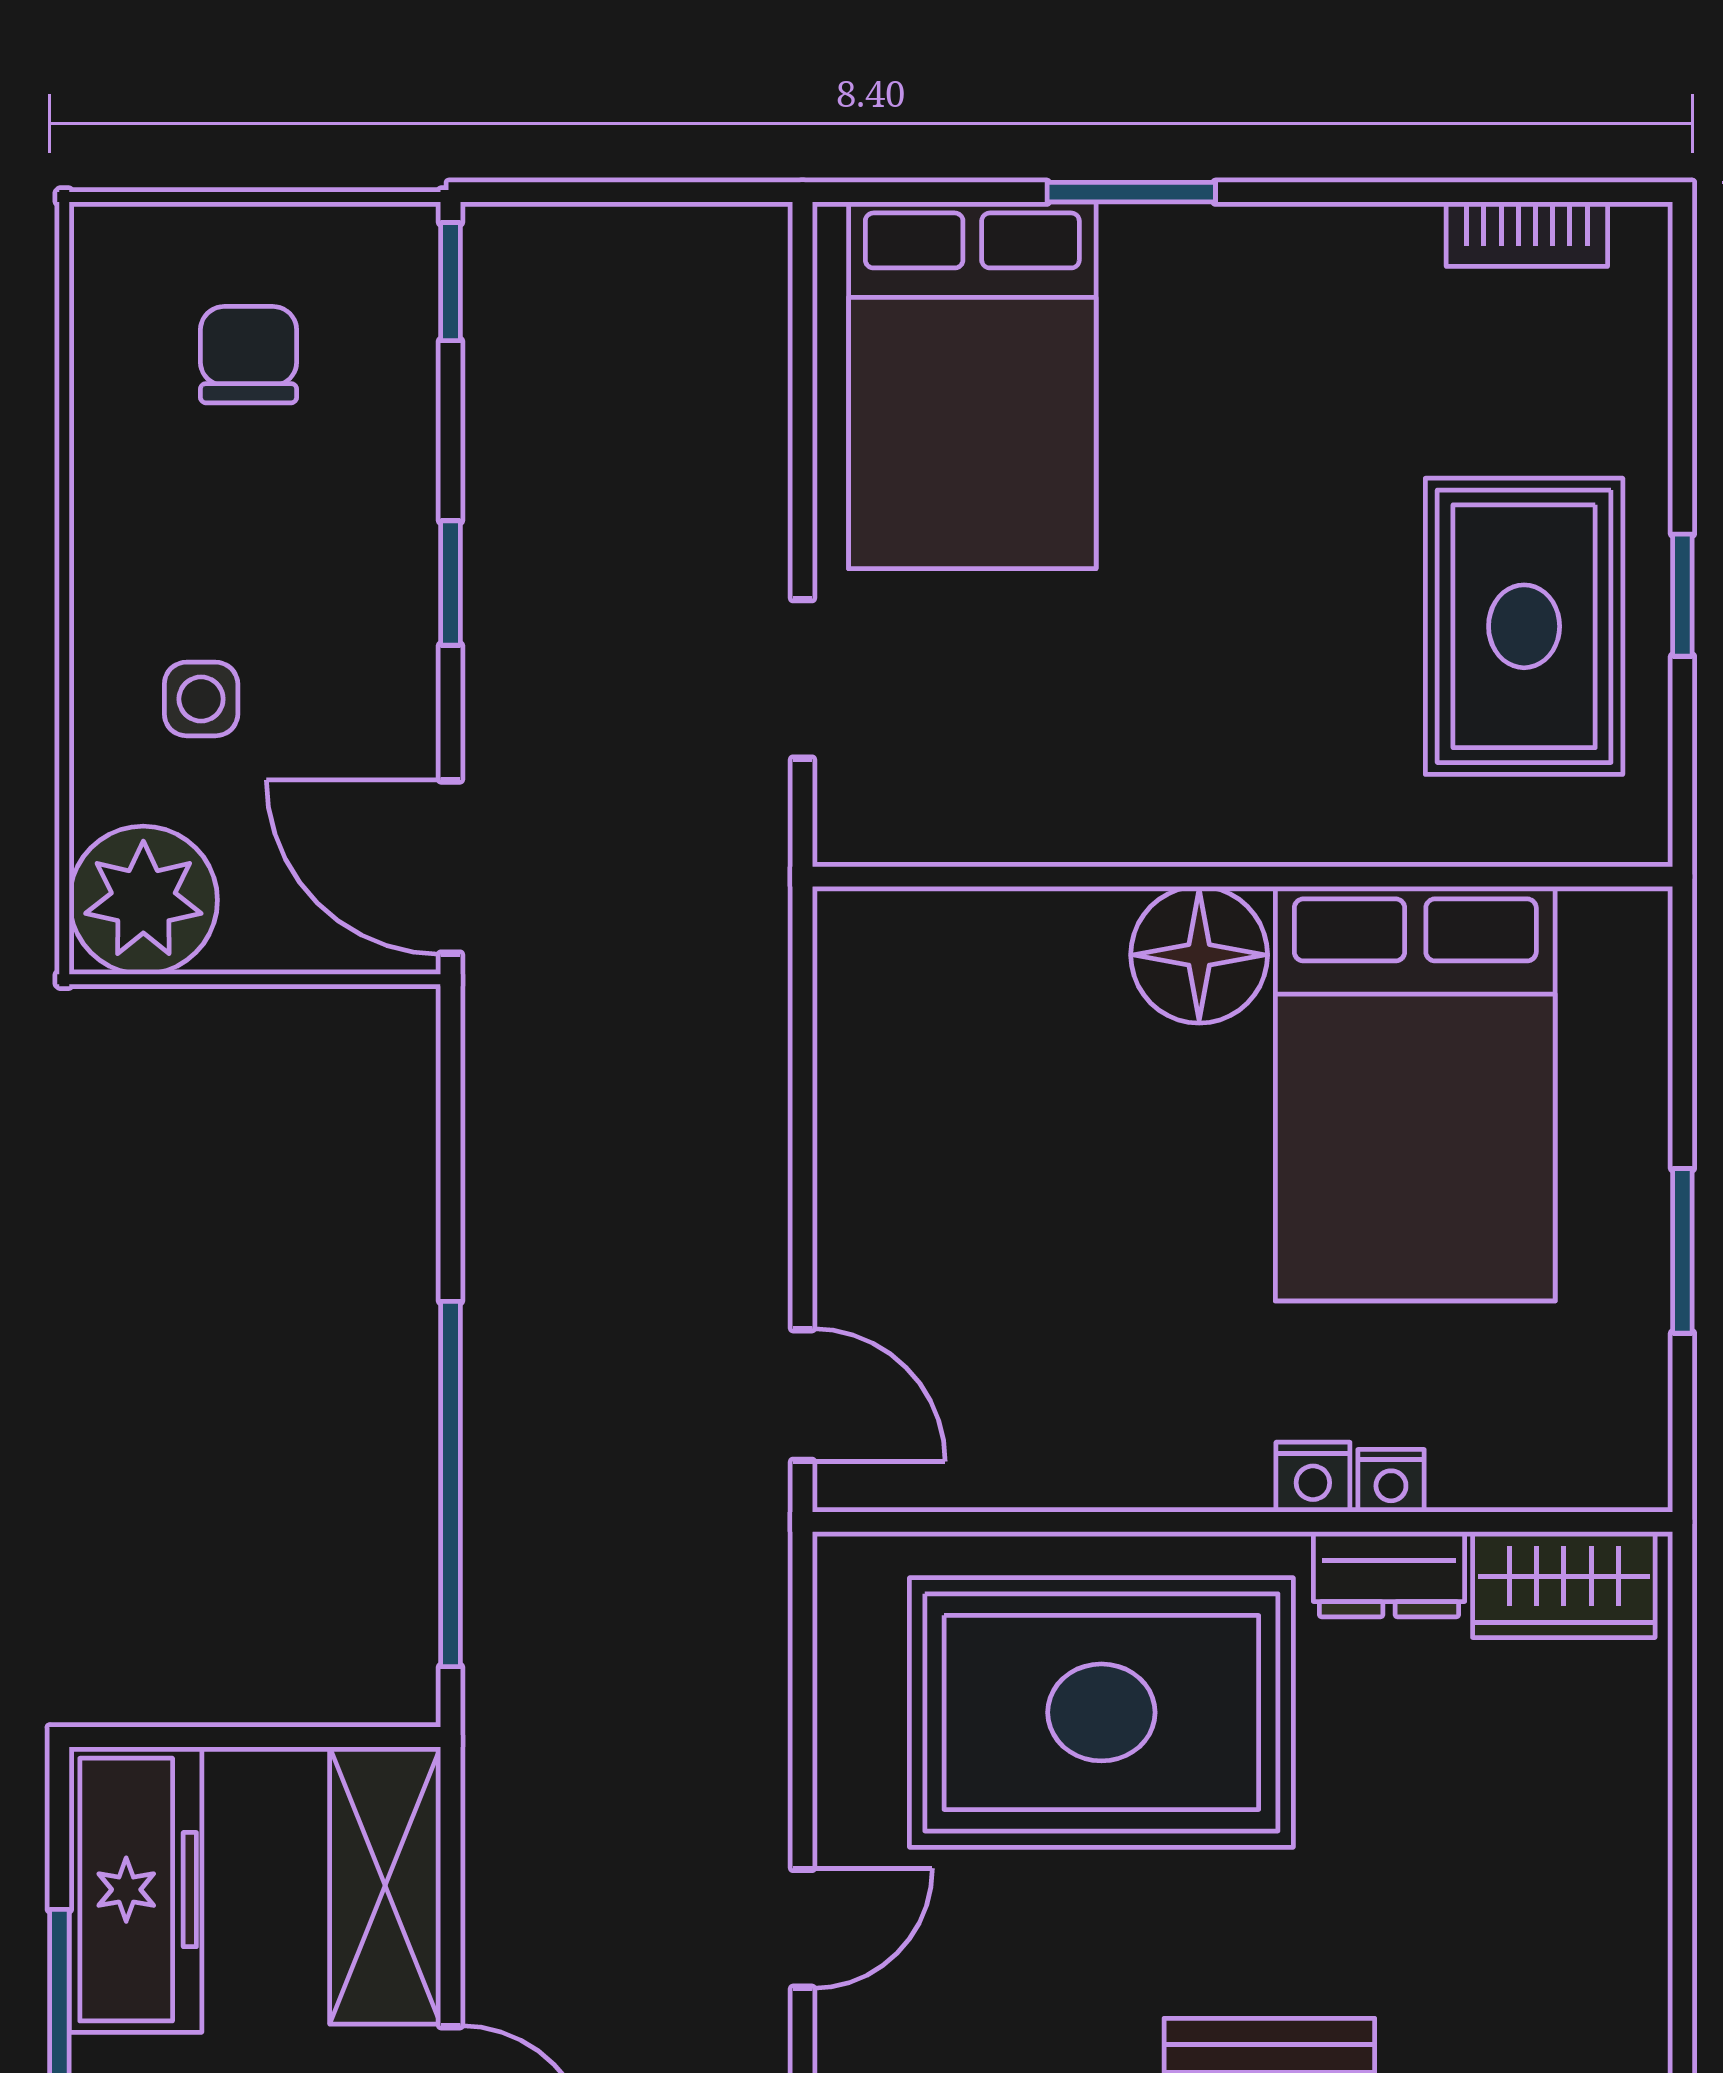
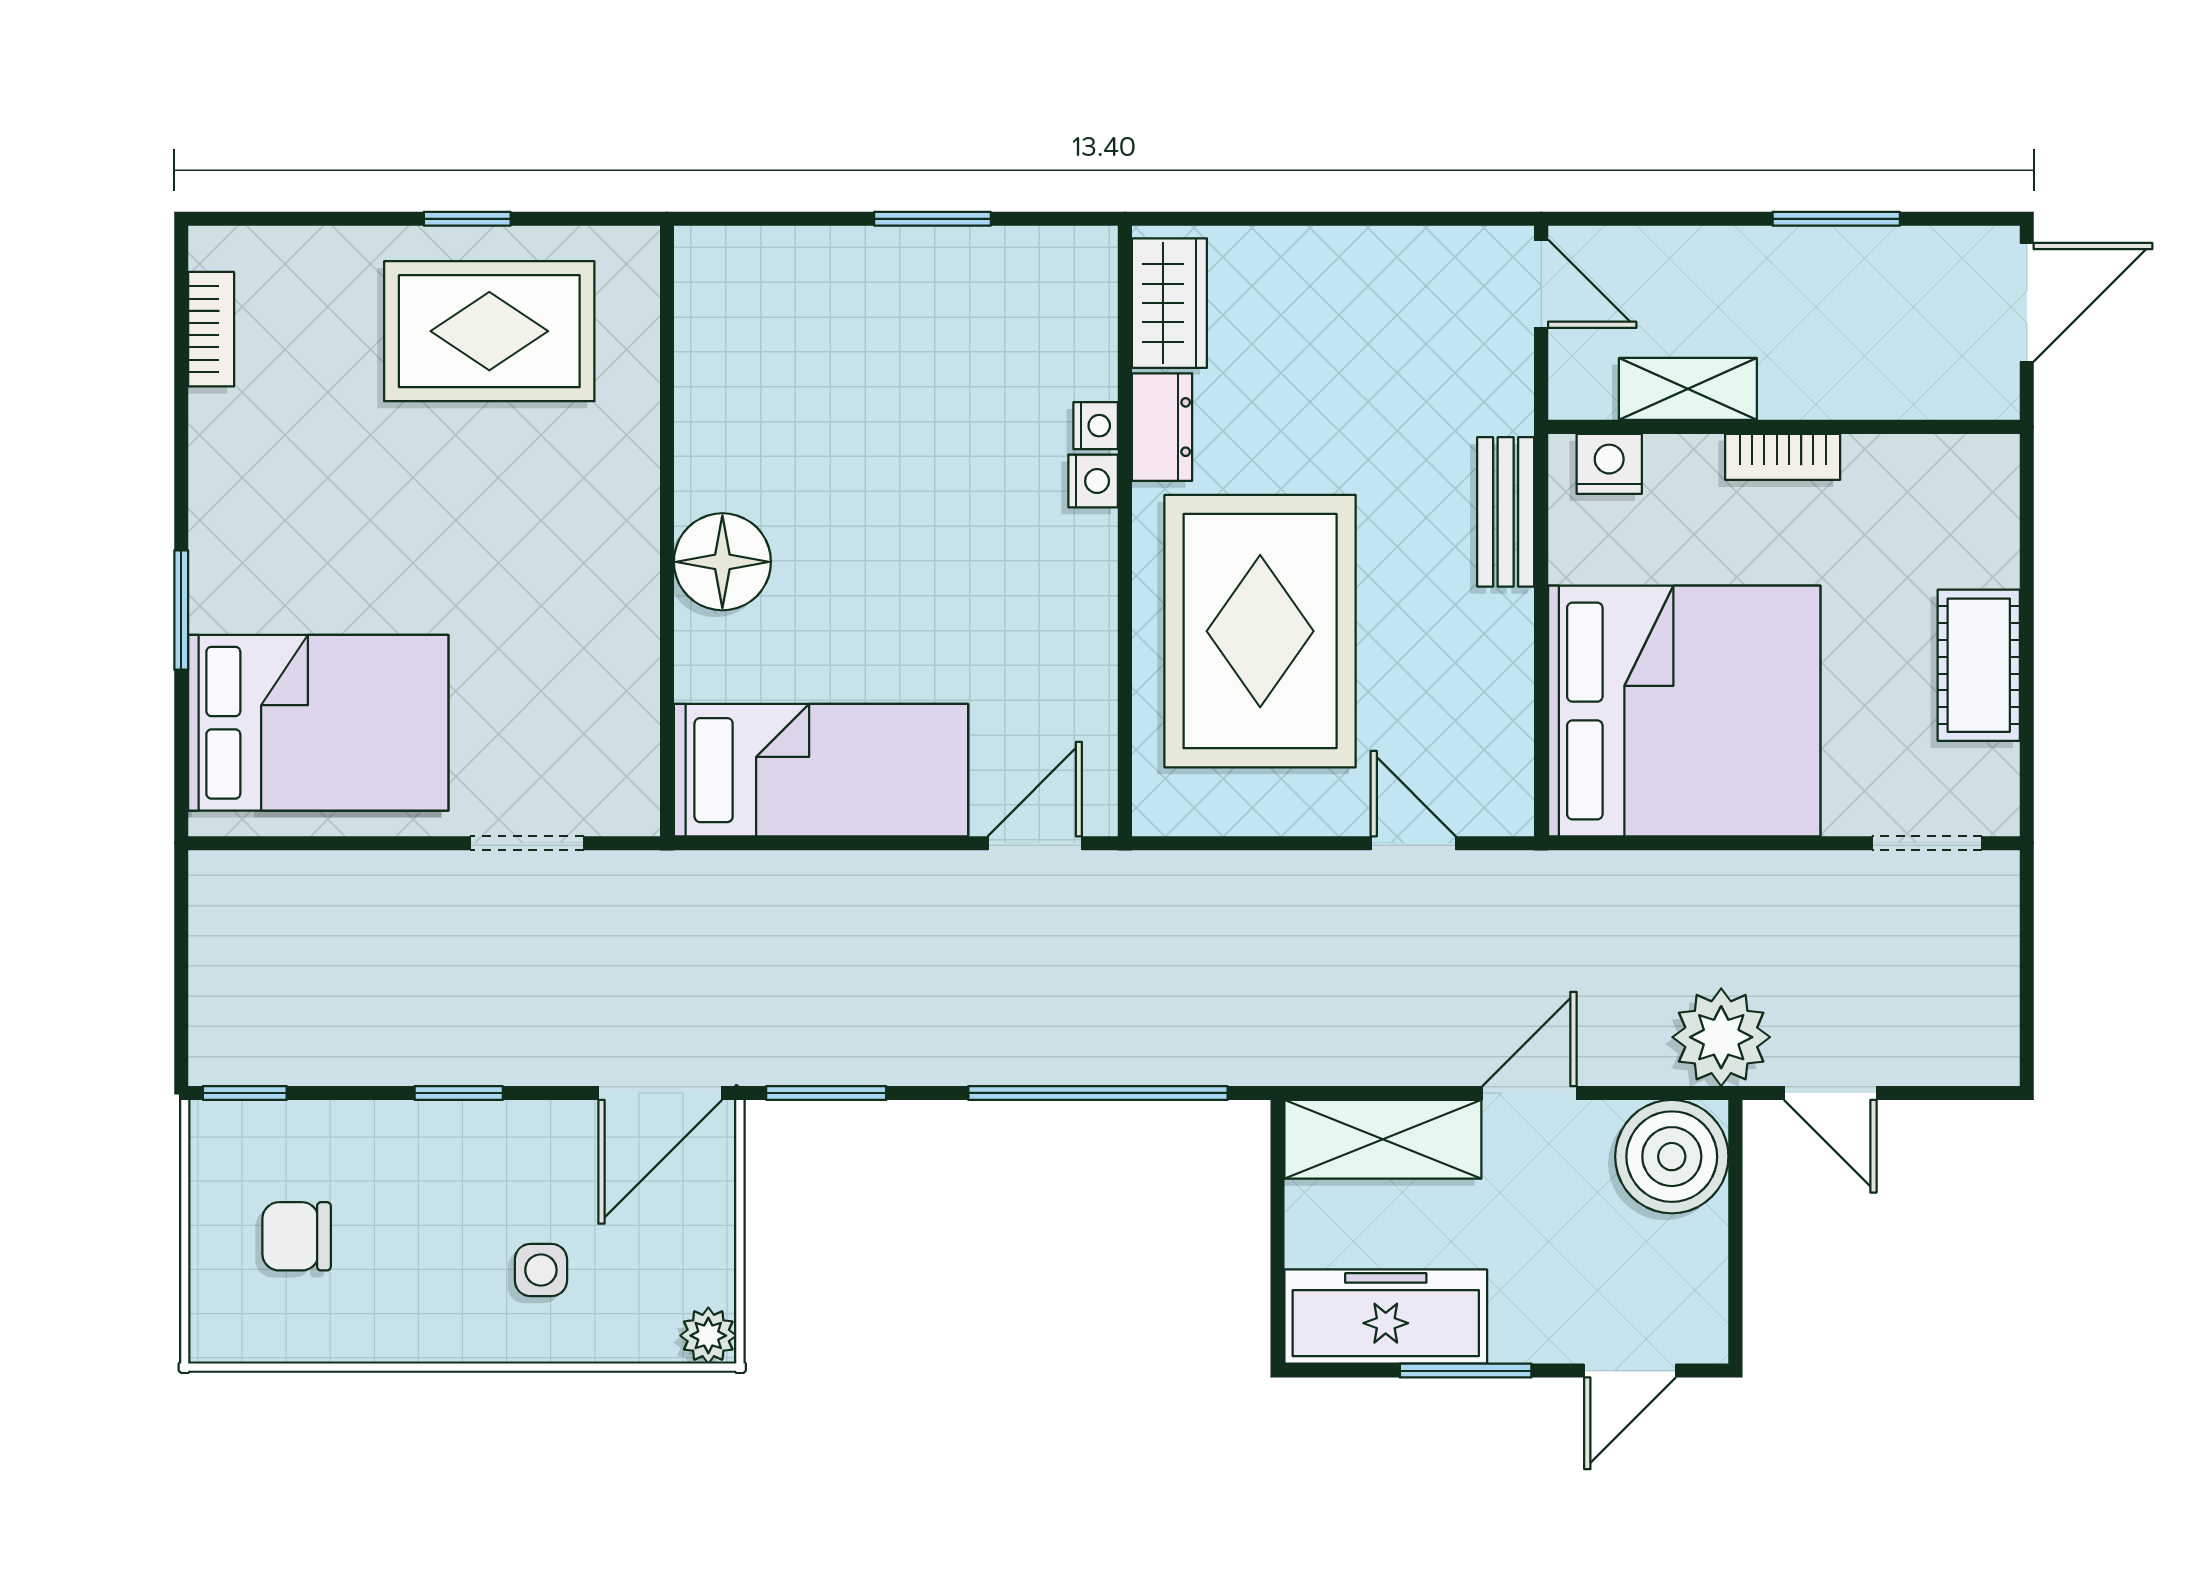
plant: (143, 900) -> (708, 1336), width x0.53, depth x0.53
bed: (1415, 1094) -> (821, 770), moved, width x0.67
window: (450, 1101) -> (826, 1093), added

